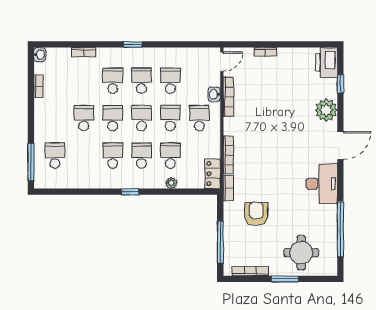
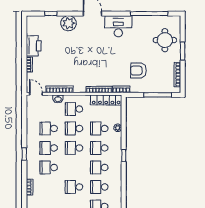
printer: (327, 63) -> (34, 46), moved, turned -90
school desk: (113, 118) -> (99, 187), moved
locker: (213, 174) -> (106, 100), width x1.53

